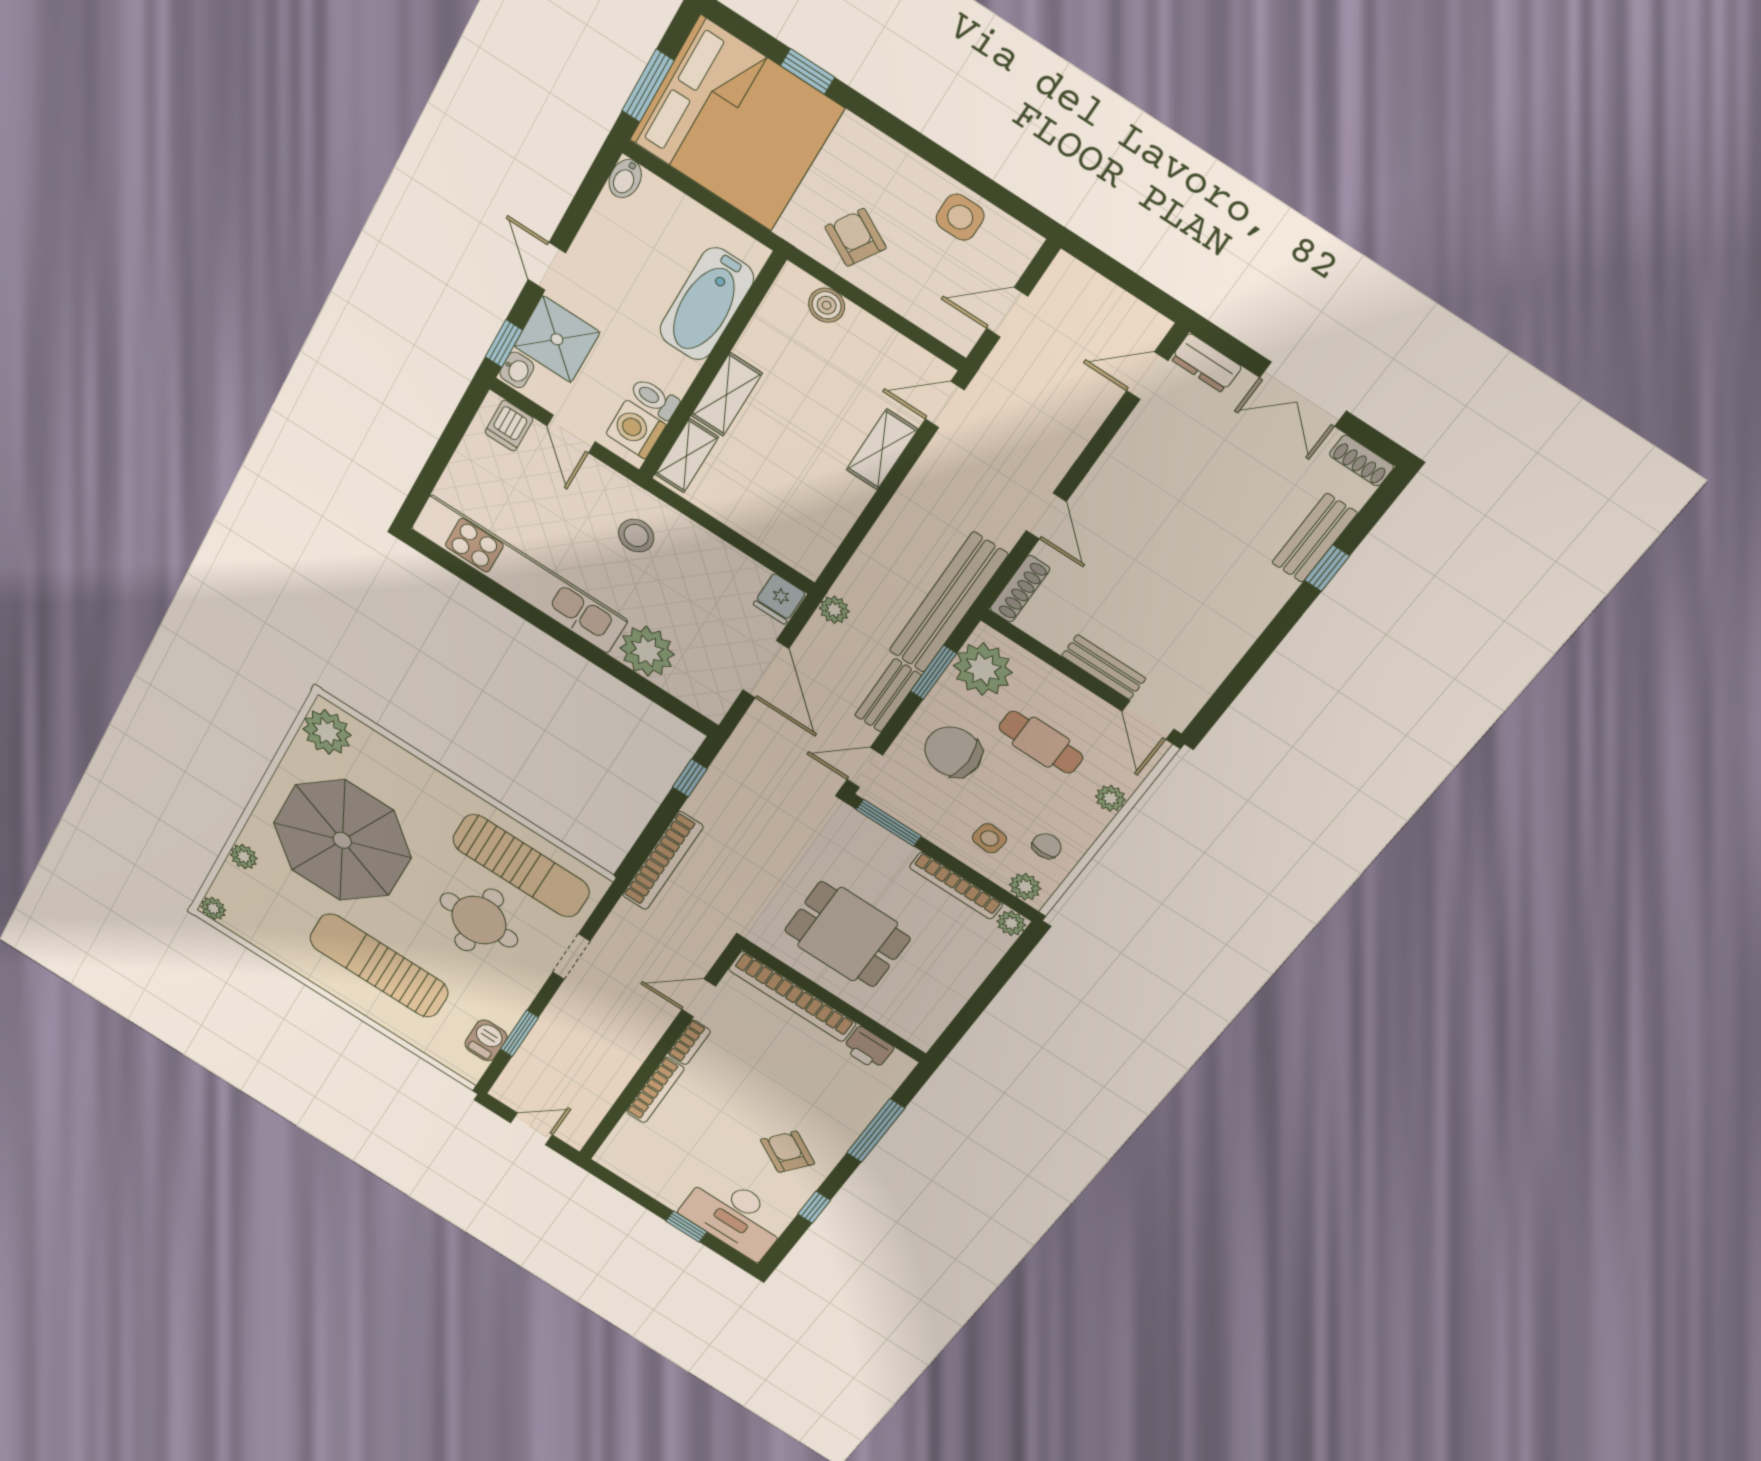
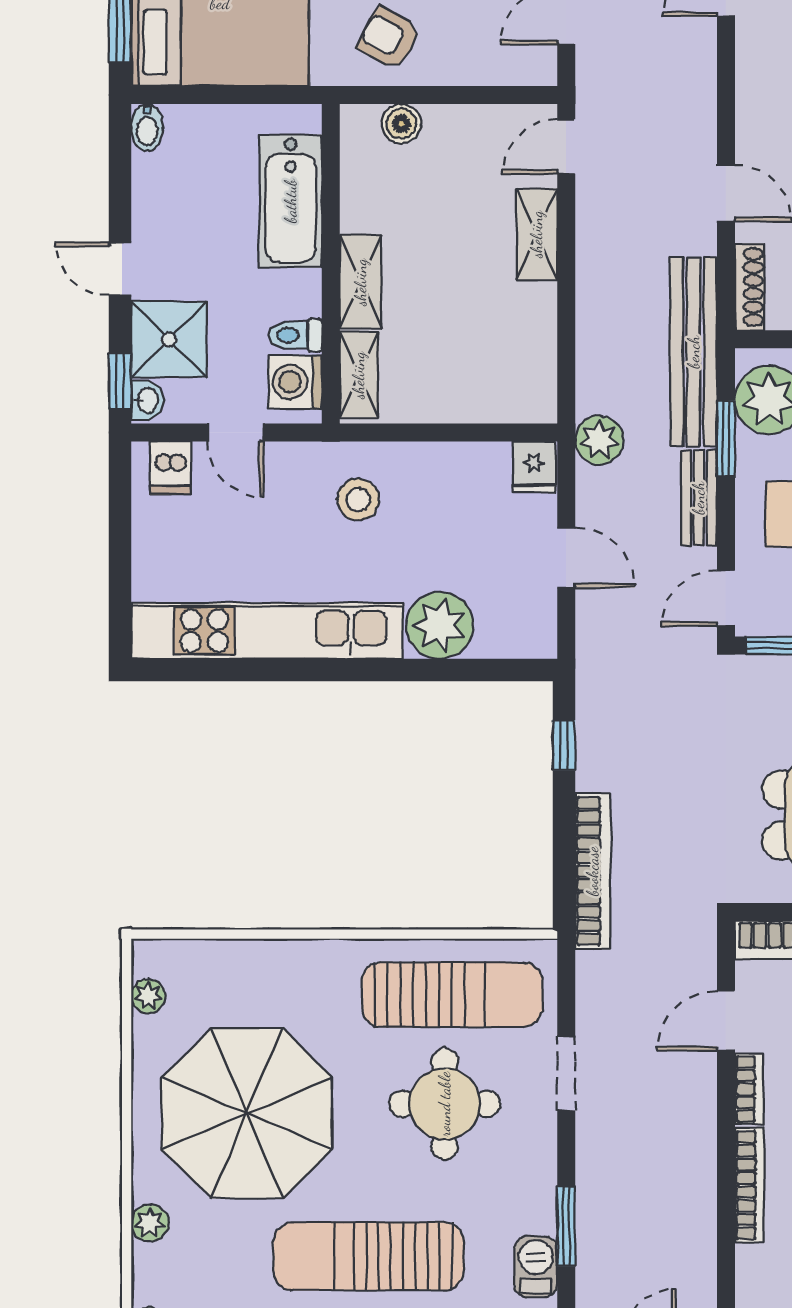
plant: (834, 610) -> (599, 440), width x1.38, depth x1.38
door: (766, 669) -> (566, 558), width x0.73
plant: (327, 732) -> (148, 996), width x0.53, depth x0.53

